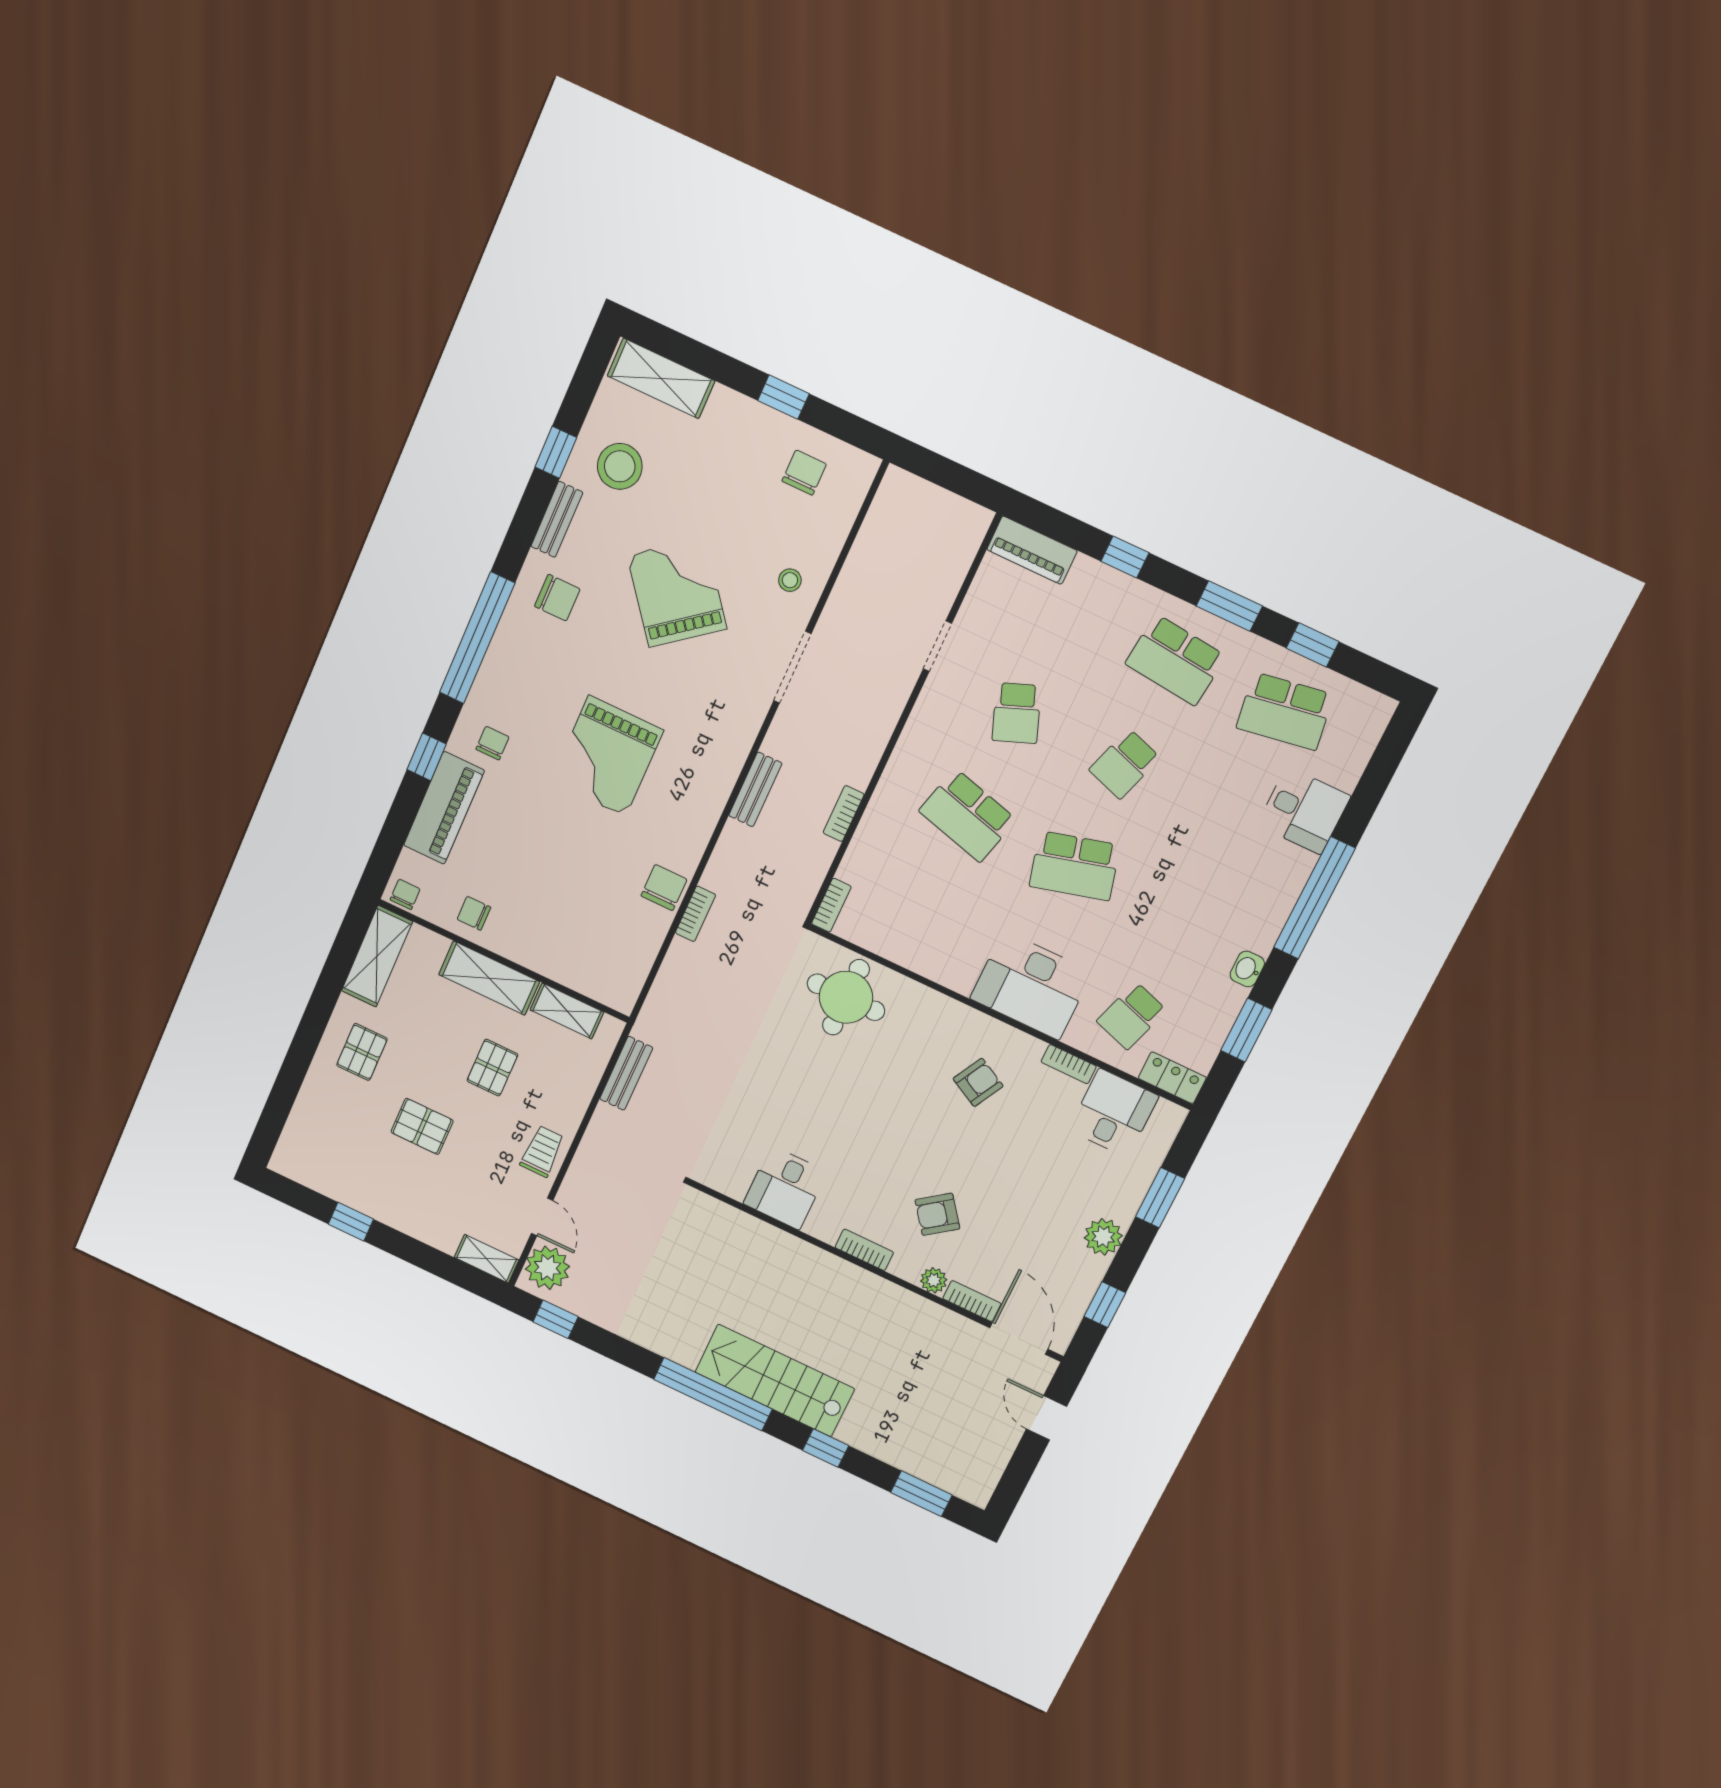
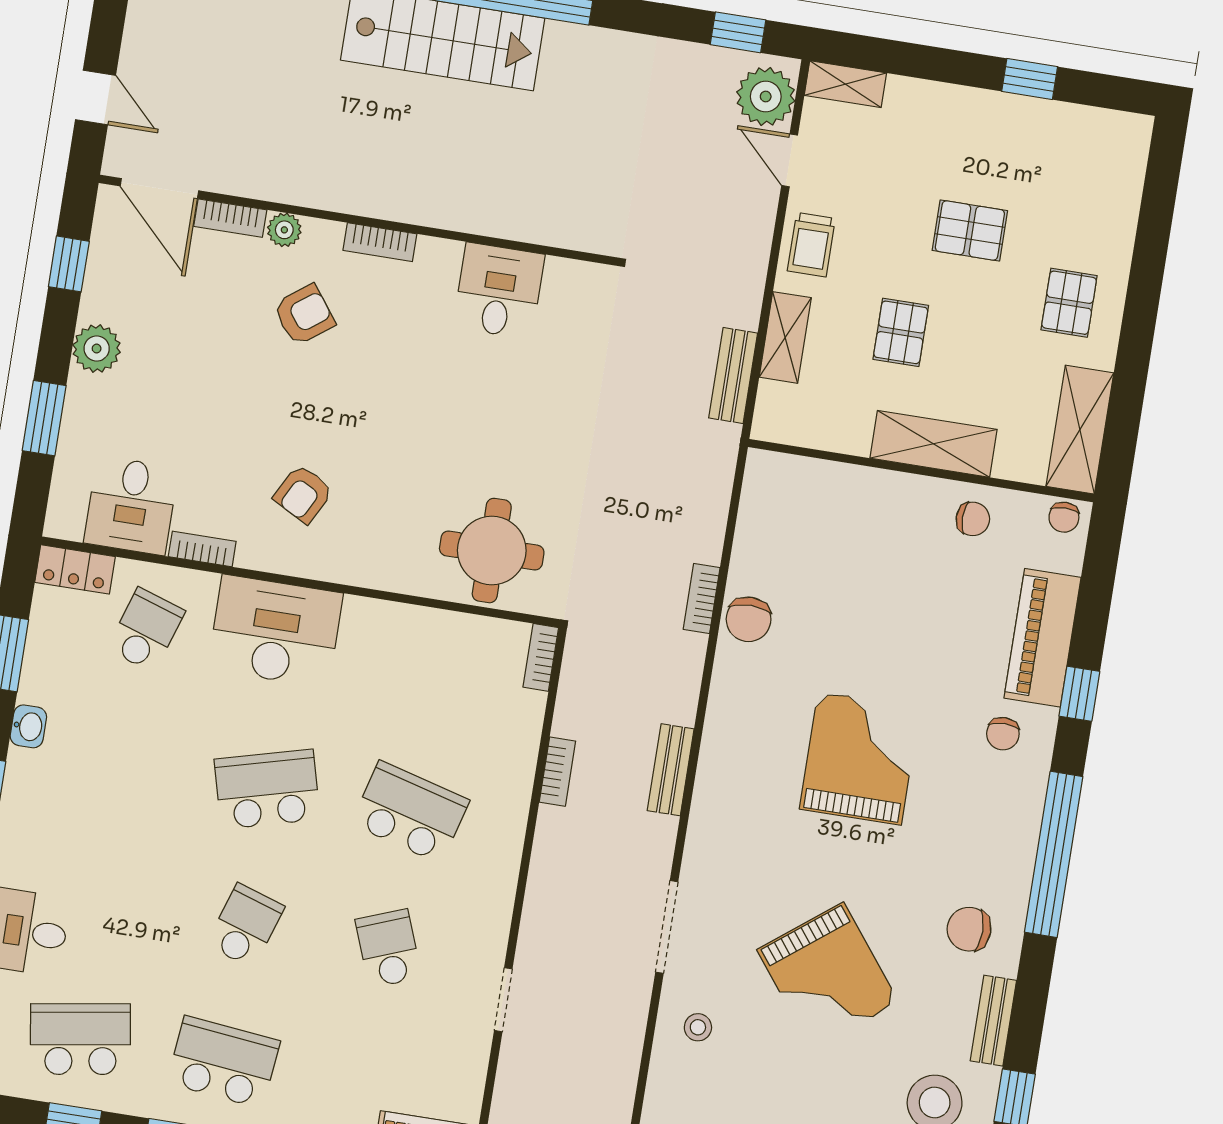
shelving: (567, 1011) -> (785, 337), moved, turned 90

